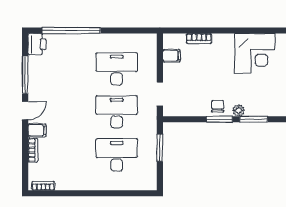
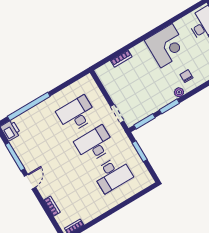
filing cabinet: (171, 56) -> (109, 82), removed
chair: (218, 106) -> (186, 76), moved
window: (254, 119) -> (145, 121), moved
filing cabinet: (37, 130) -> (47, 191), removed
desk: (117, 155) -> (112, 174), turned 180

